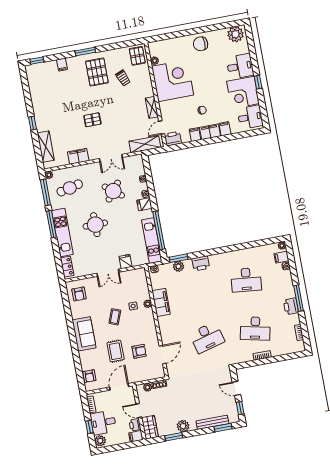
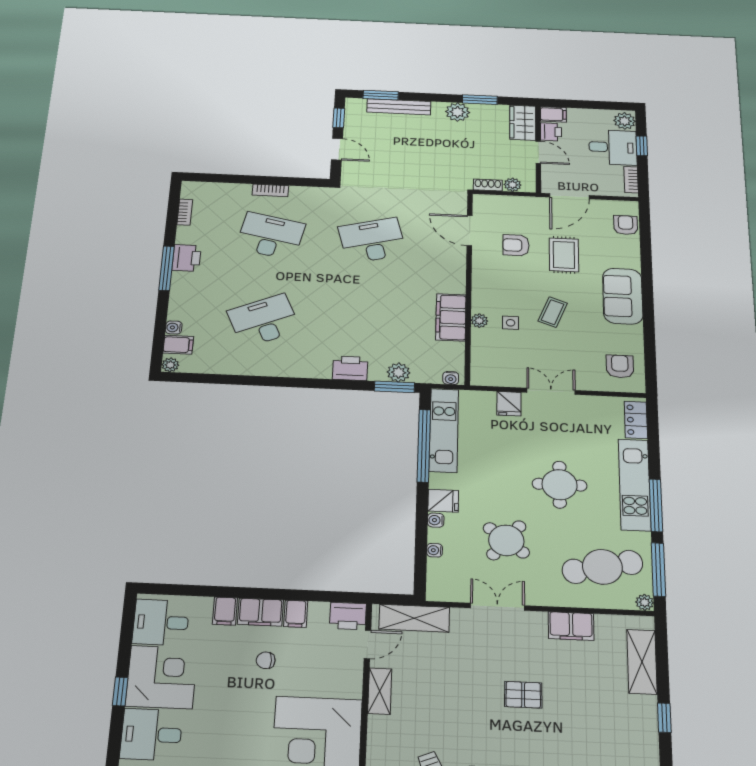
cafe table: (70, 188) -> (602, 567), width x1.37, depth x1.35
desk: (246, 280) -> (264, 321), turned -30
door: (163, 355) -> (470, 231), hinge flipped

